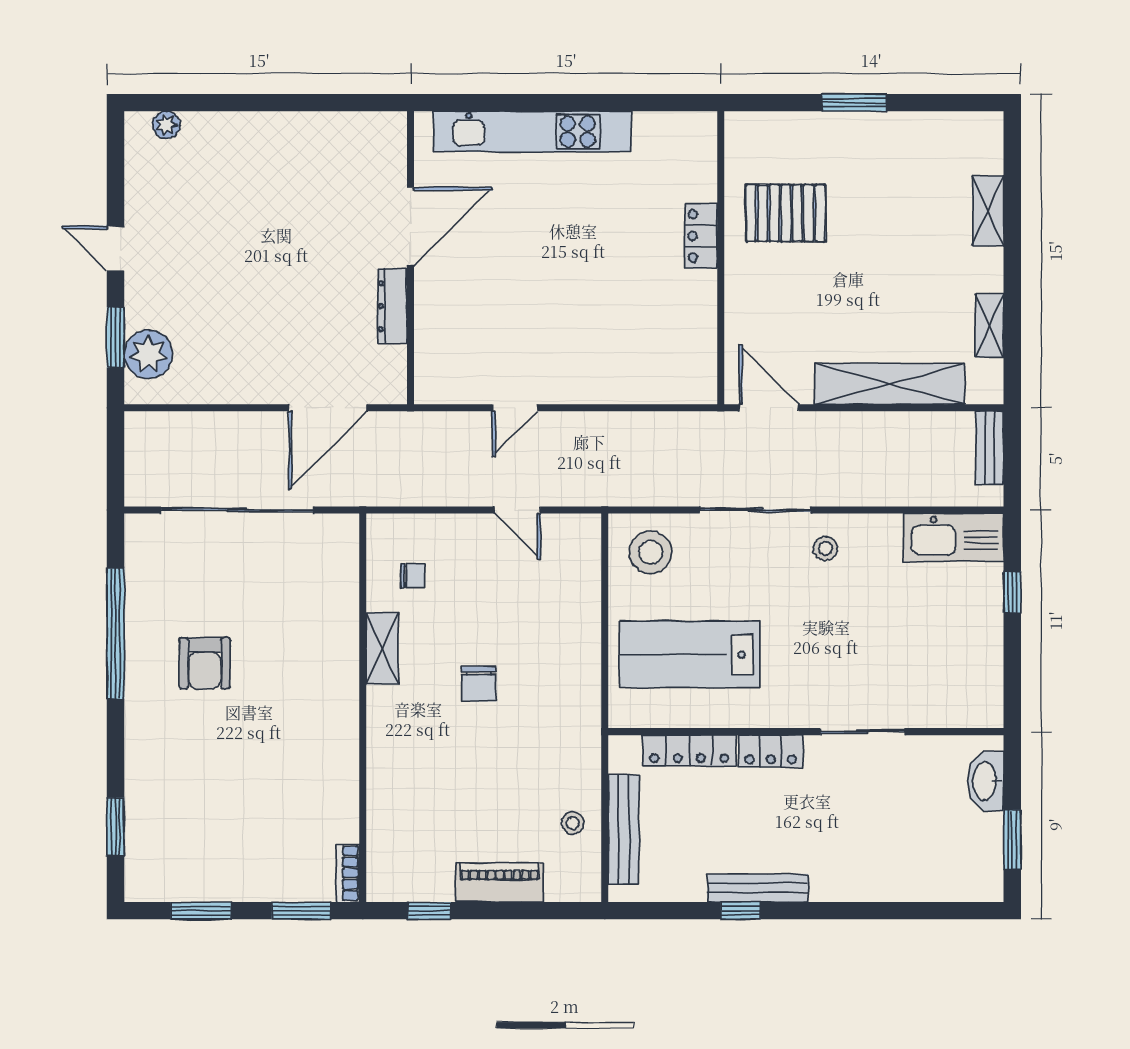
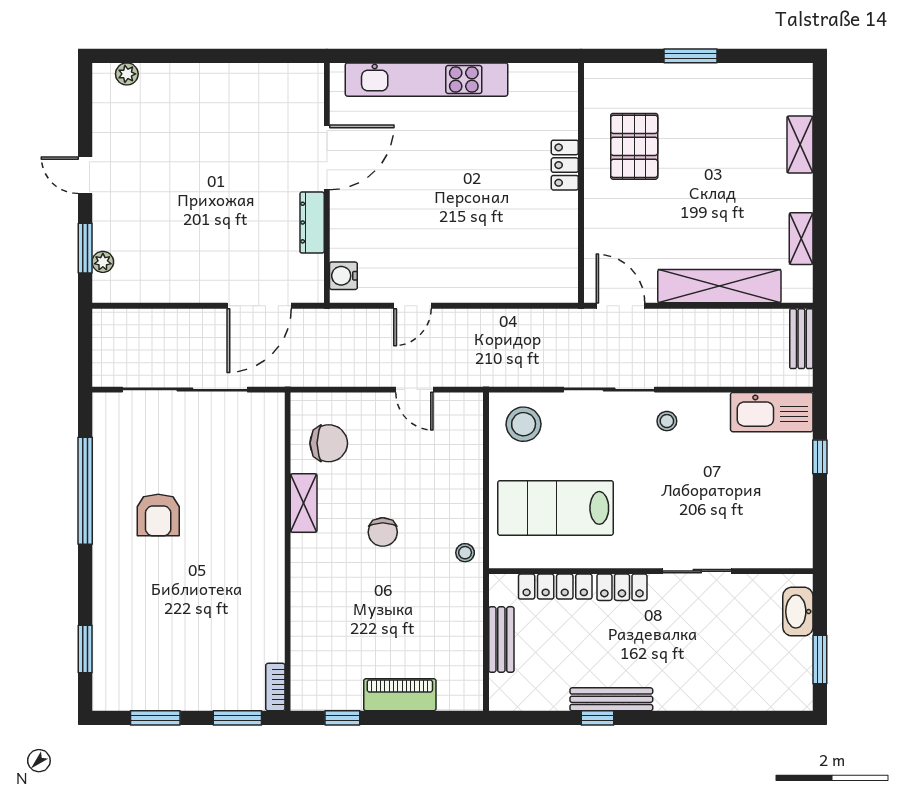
pallet: (786, 213) -> (634, 146), turned 90
plant: (148, 354) -> (103, 262), width x0.53, depth x0.53
water cooler: (431, 371) -> (343, 276), added
chair: (413, 575) -> (329, 443), width x1.87, depth x1.87
stool: (573, 823) -> (465, 553), moved
bench: (624, 830) -> (501, 640), width x0.73

